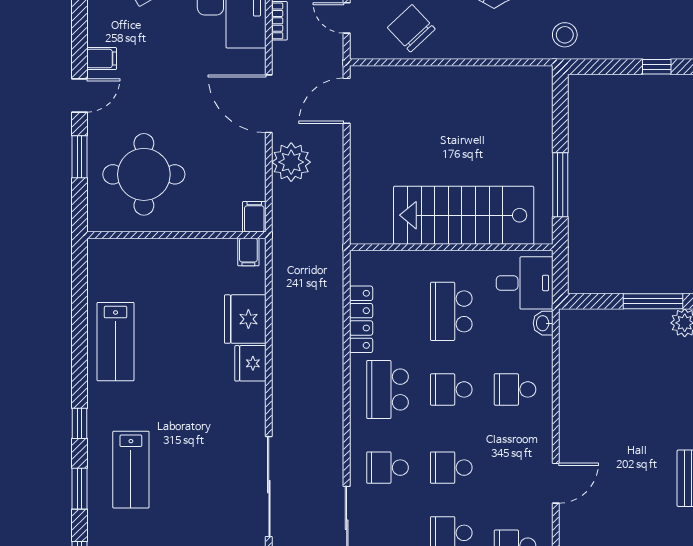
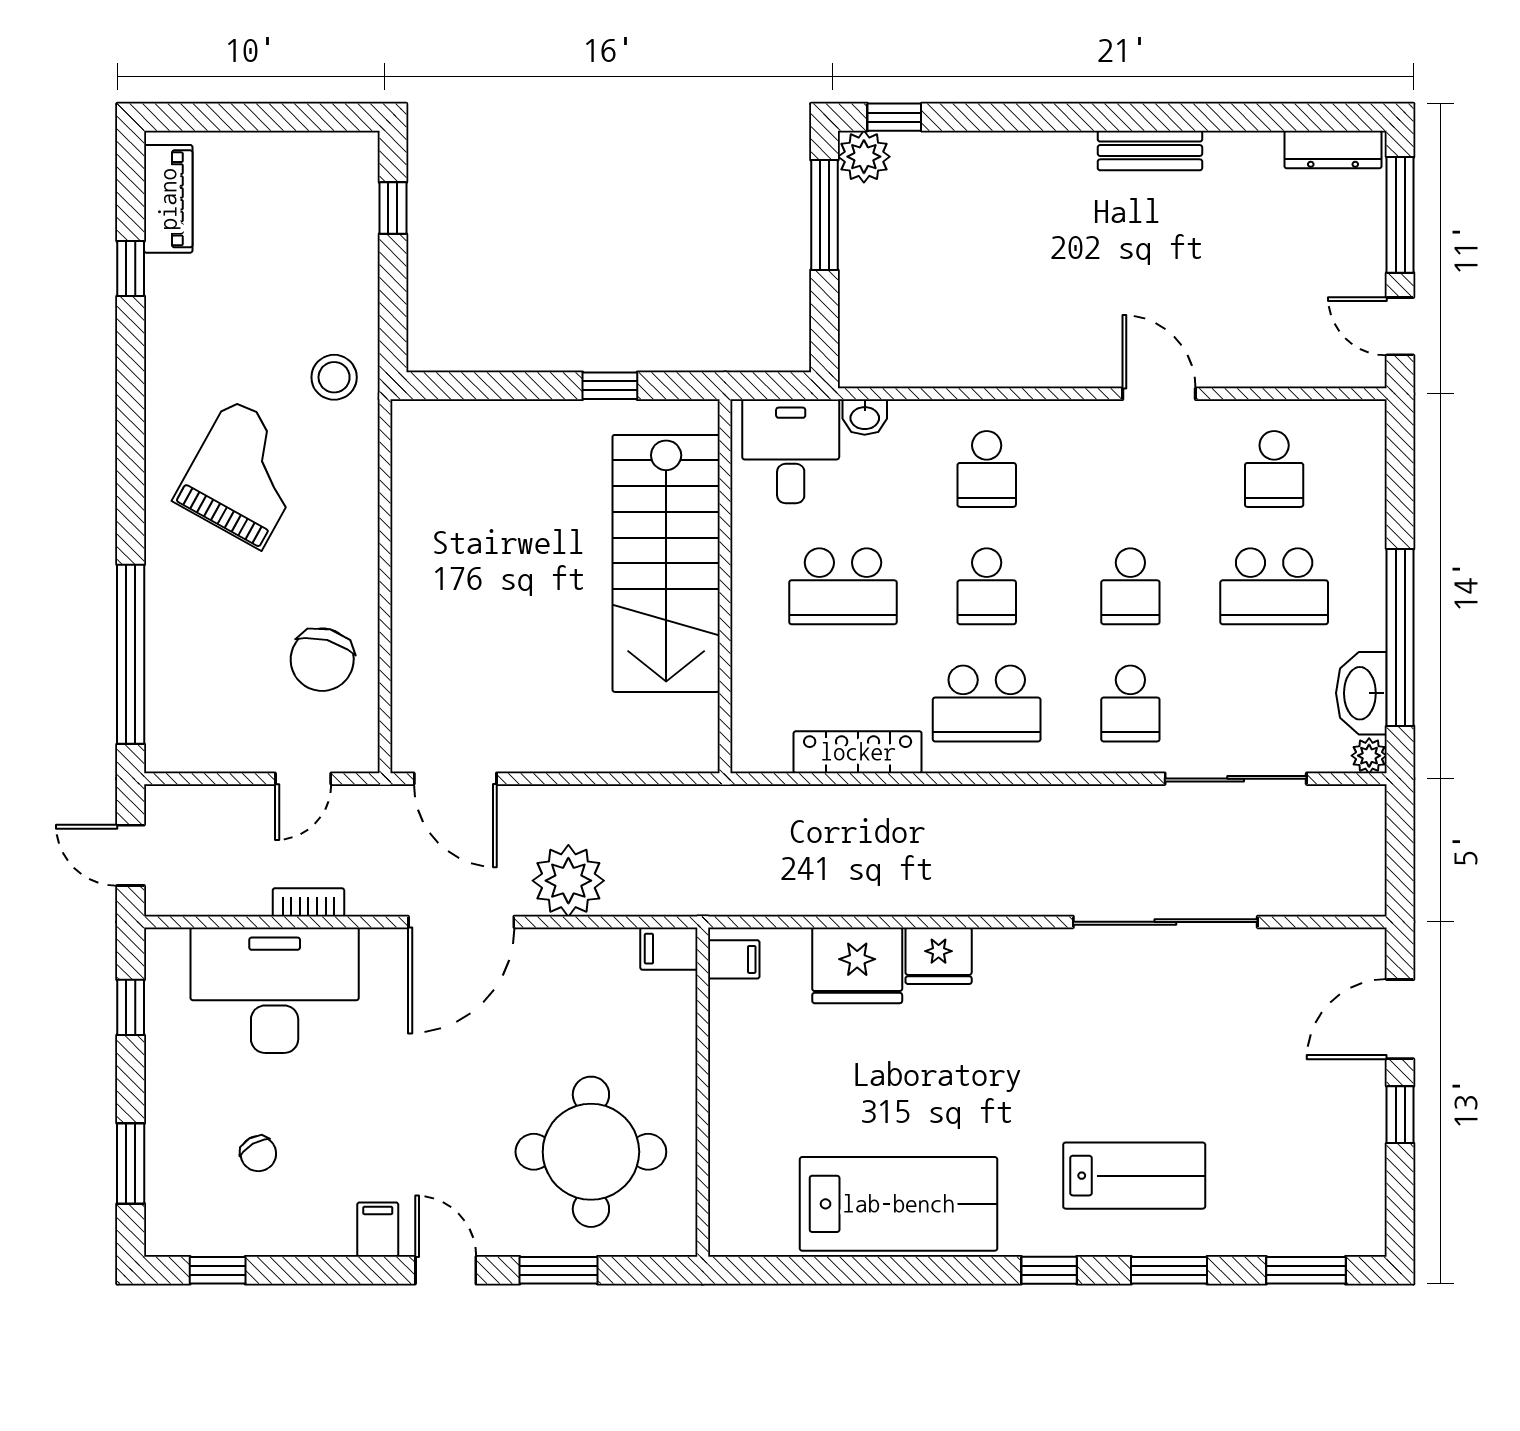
chair: (411, 28) -> (322, 660), turned -32
window: (560, 185) -> (610, 386), width x0.46
lab bench: (116, 342) -> (899, 1204), width x1.36, depth x1.39

